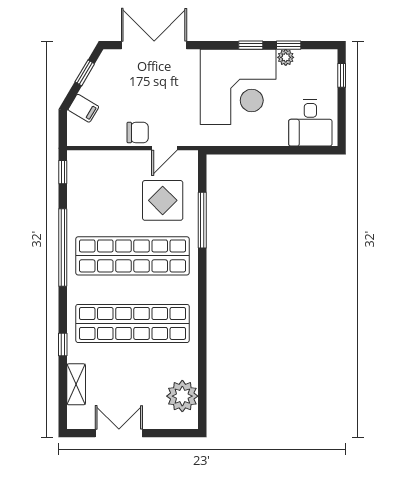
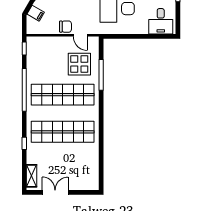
door: (164, 148) -> (80, 35), hinge flipped
shelving: (76, 384) -> (32, 176), moved
plant: (182, 396) -> (90, 172), removed

